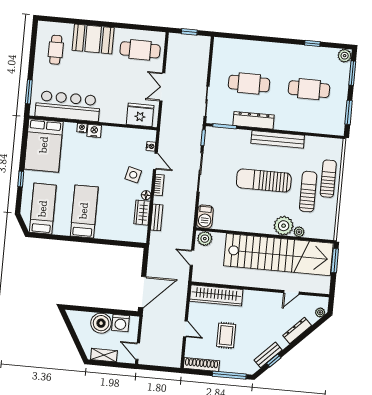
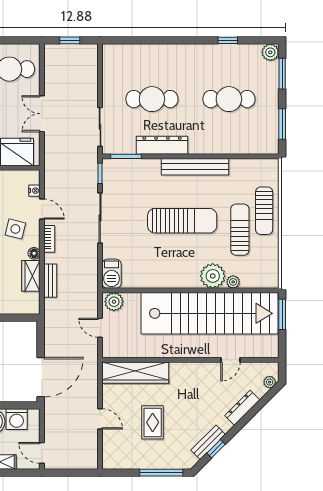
sun lounger: (328, 179) -> (264, 211), turned 180
sun lounger: (264, 180) -> (182, 221), turned 180
shoe rack: (201, 364) -> (125, 462), removed

